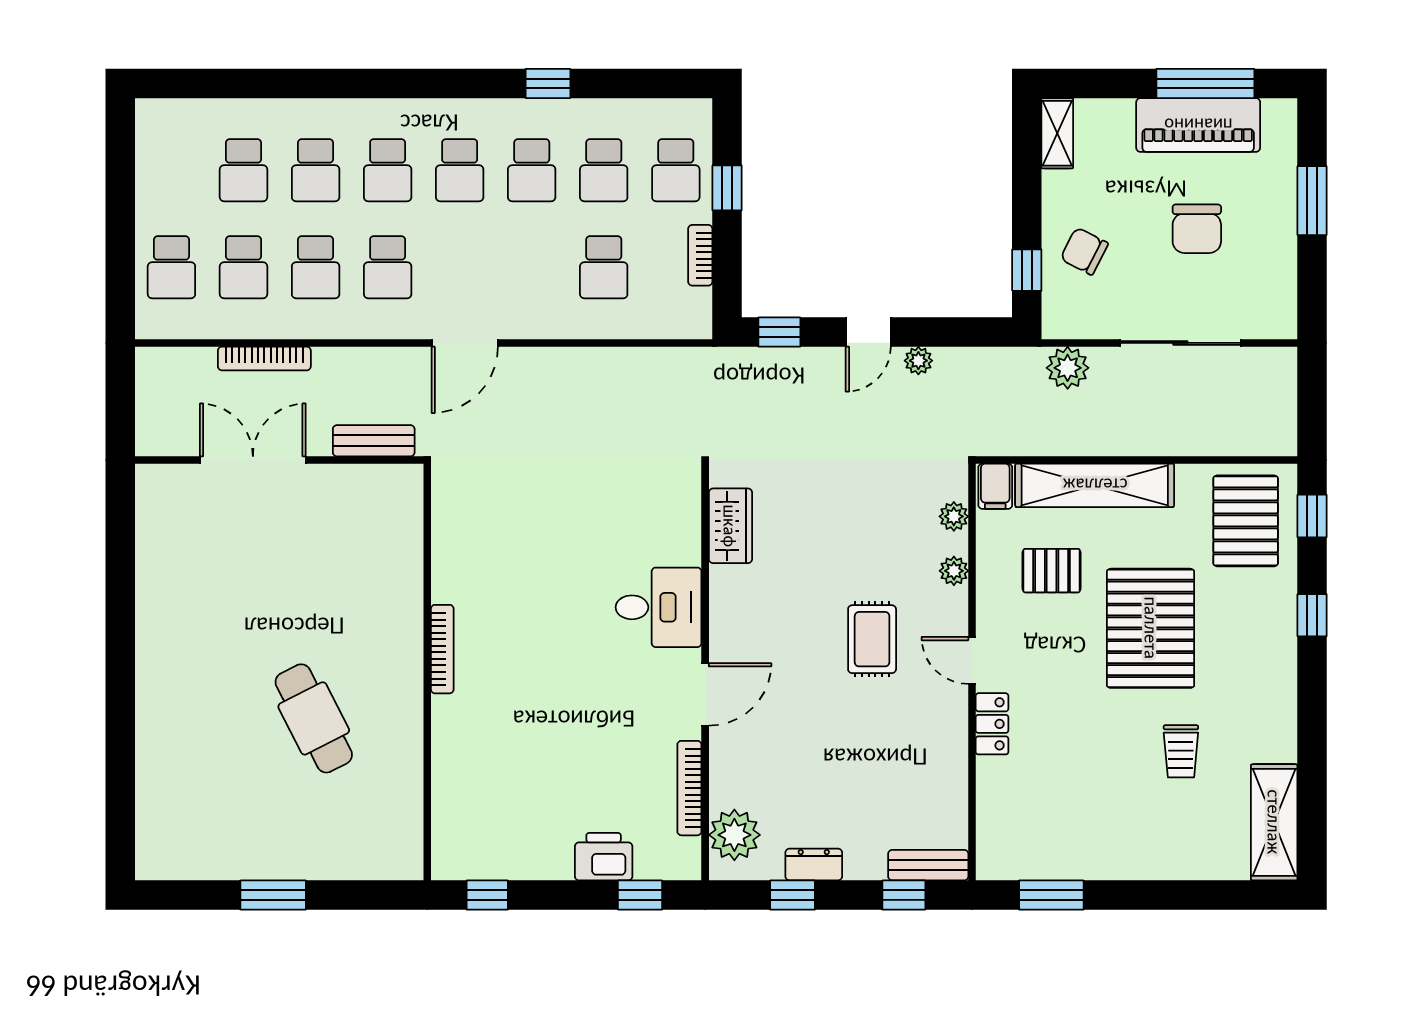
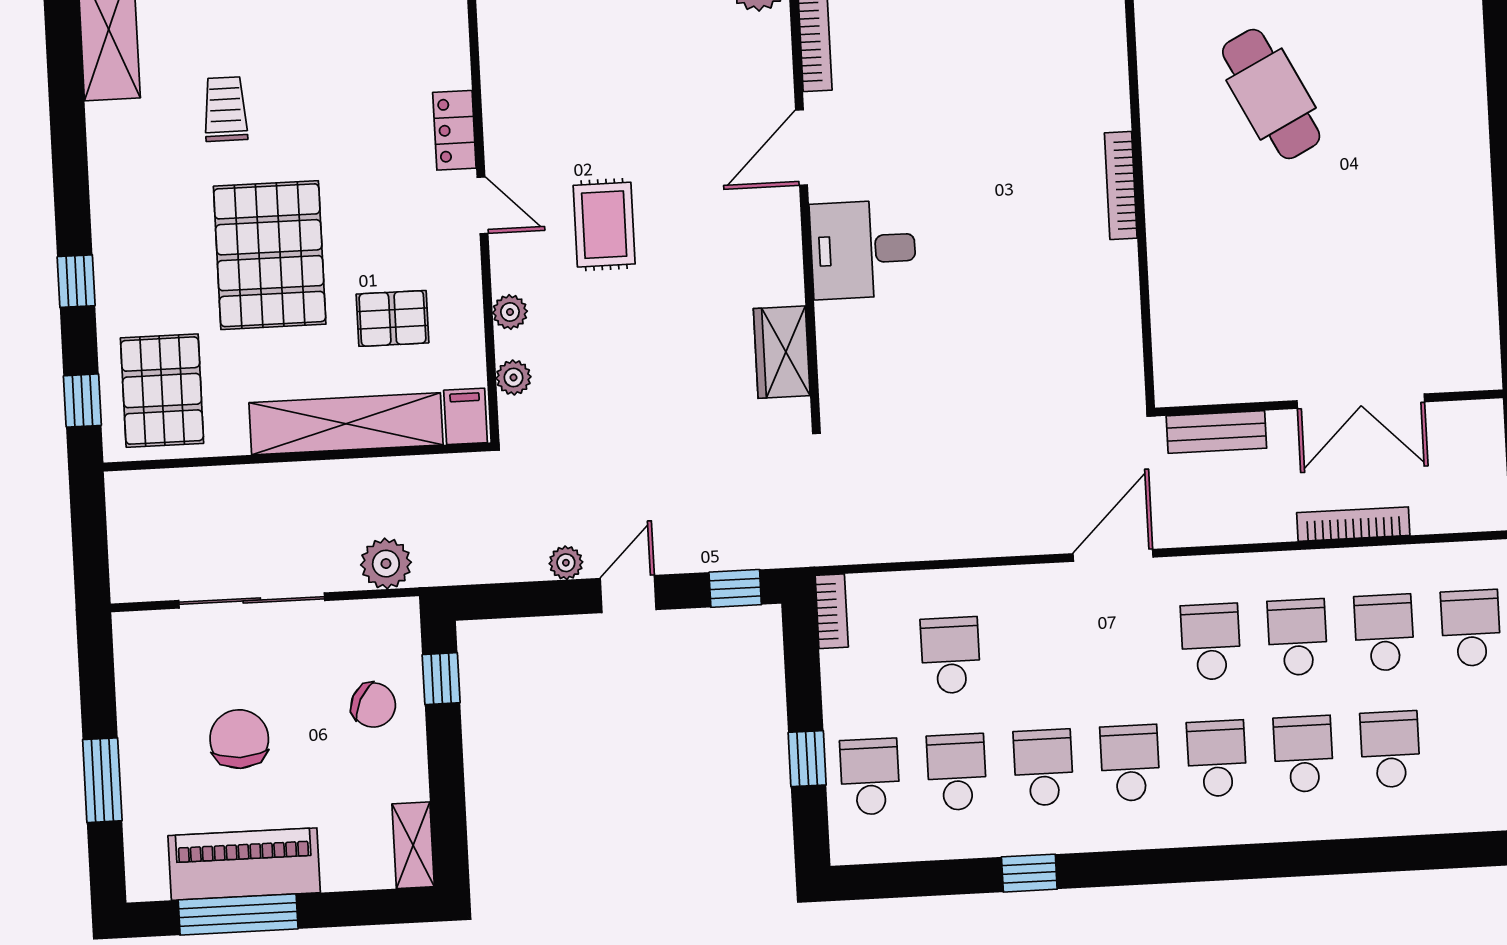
bookcase: (700, 255) -> (832, 611), moved

